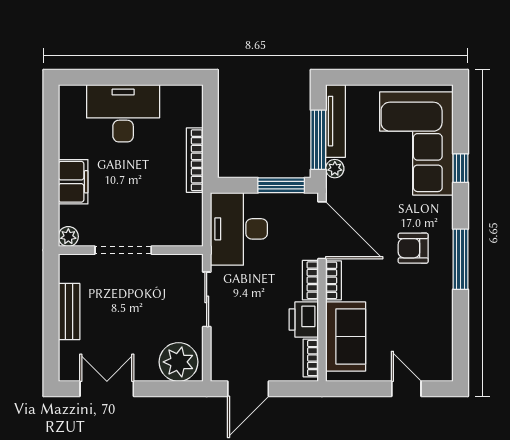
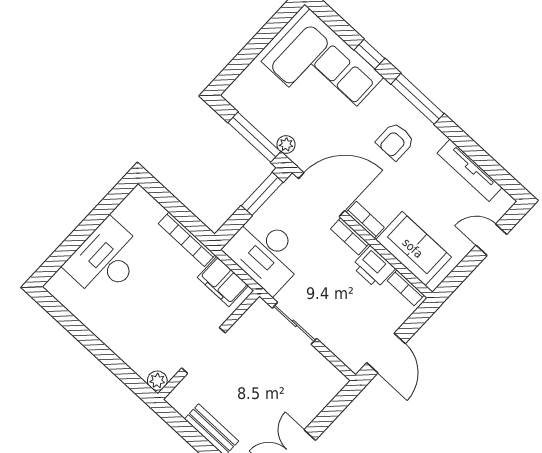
tv unit: (335, 121) -> (470, 170), moved, turned 180
filing cabinet: (73, 182) -> (223, 281), moved, turned 180
window: (460, 259) -> (417, 99), moved
plant: (179, 362) -> (321, 385), removed

